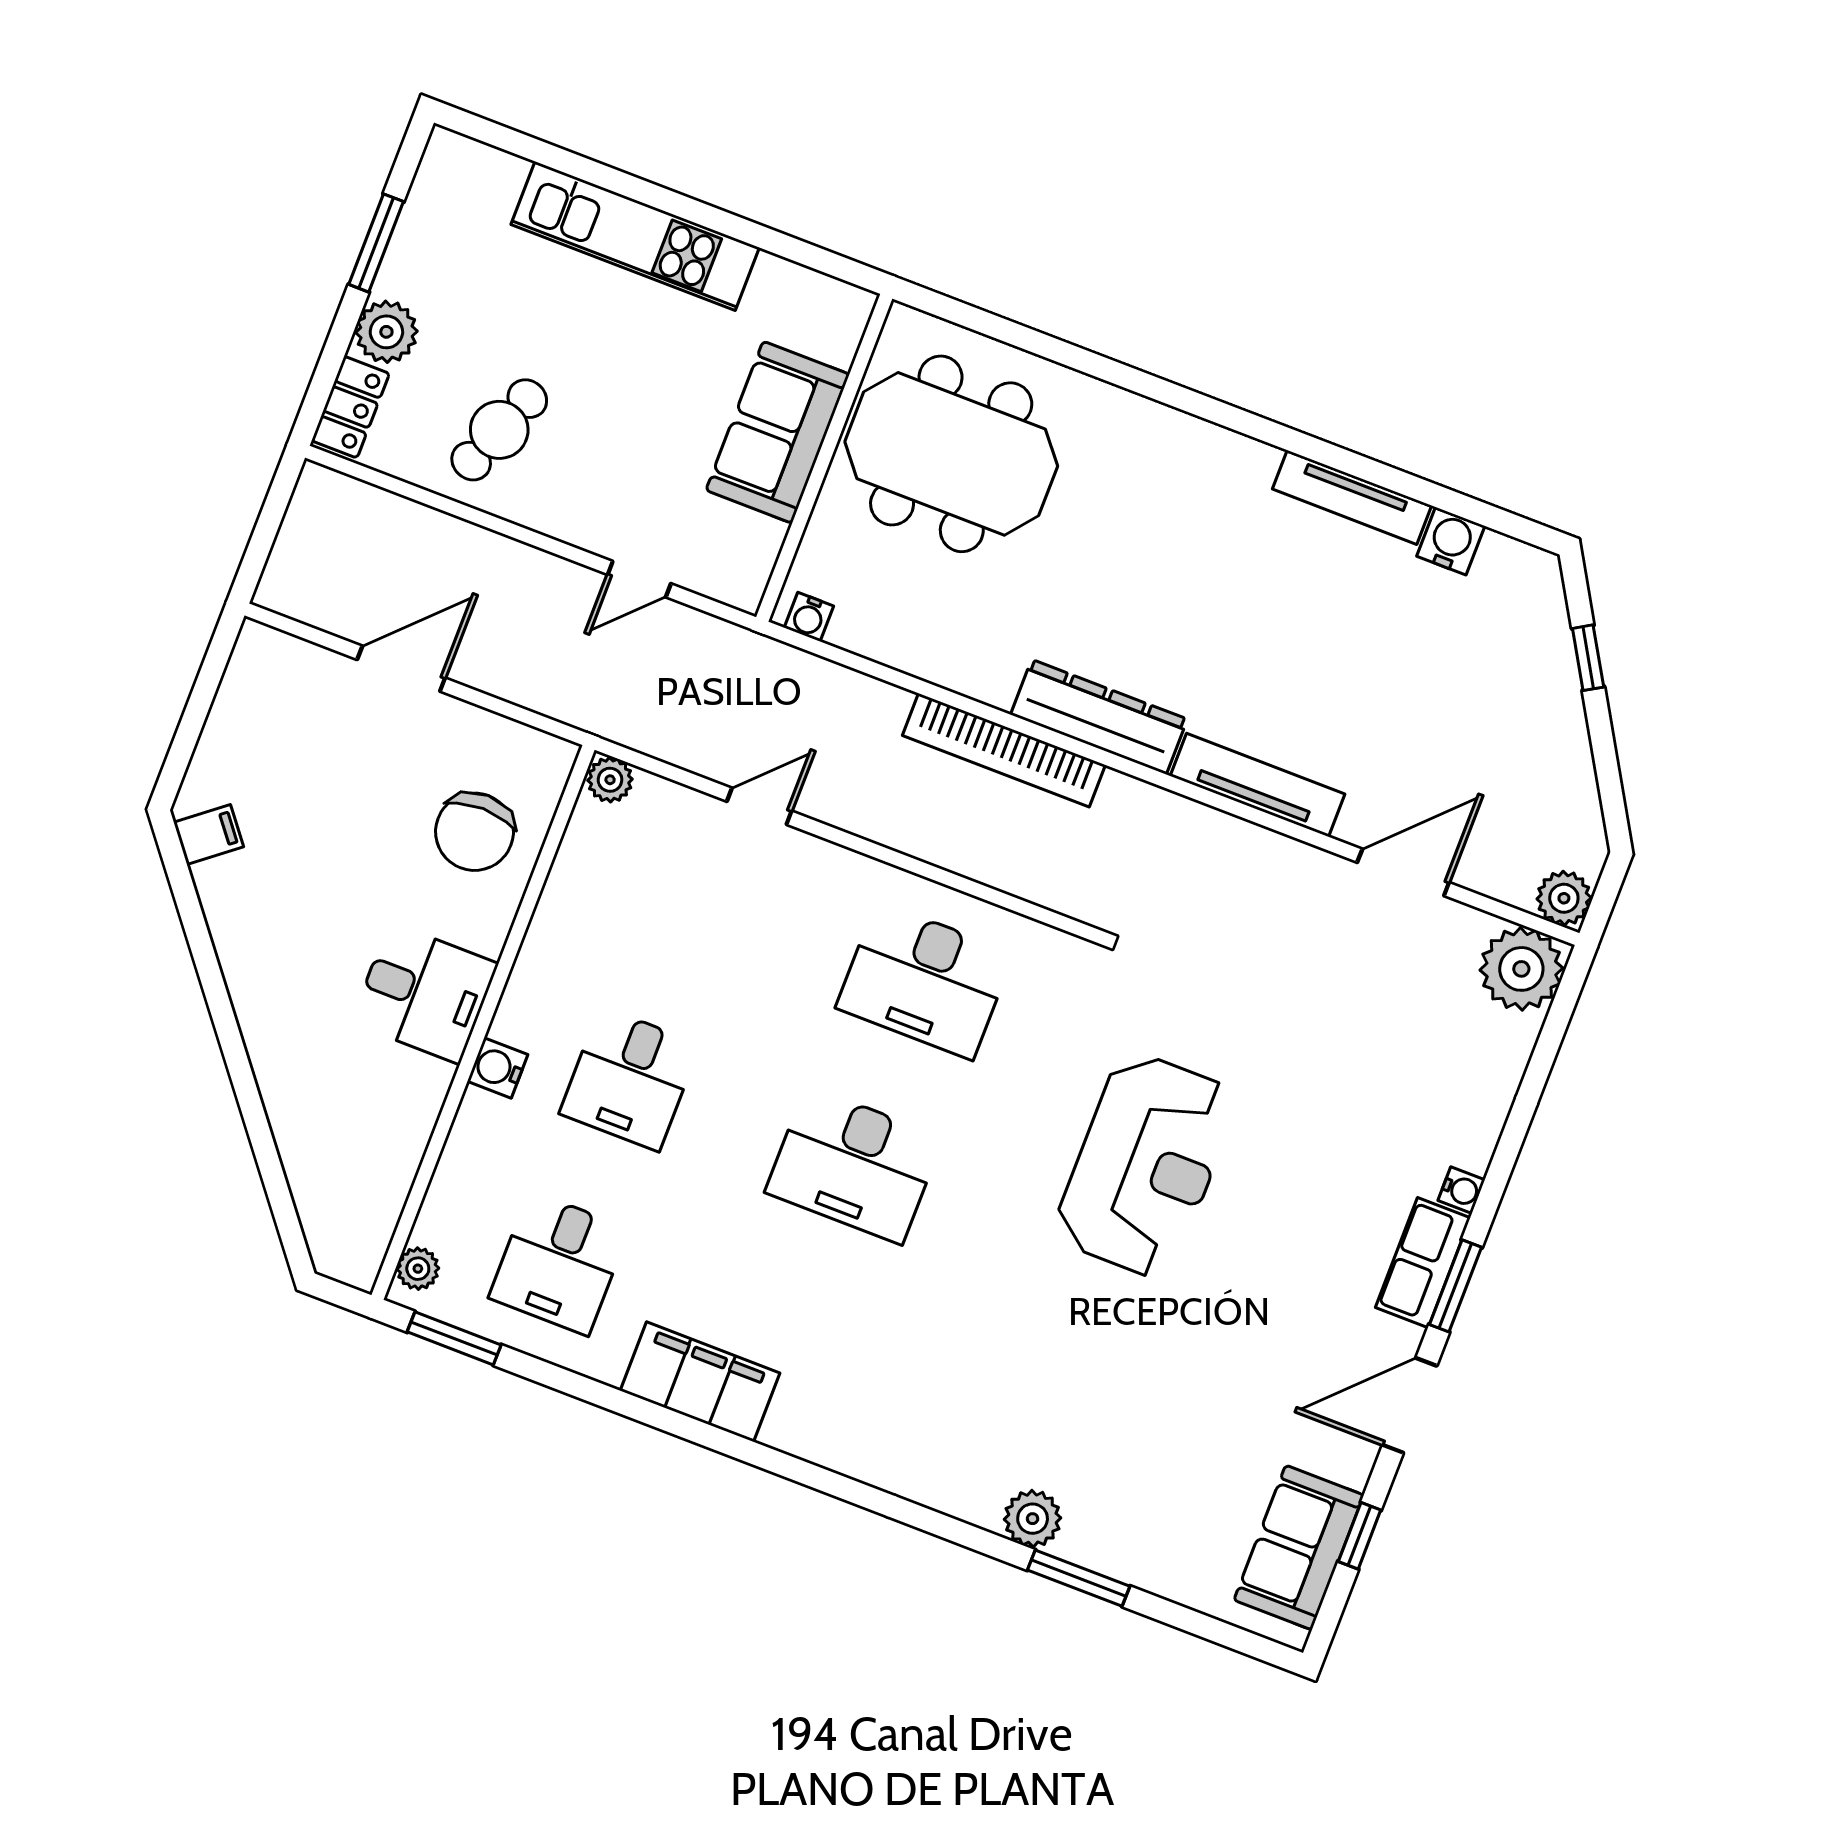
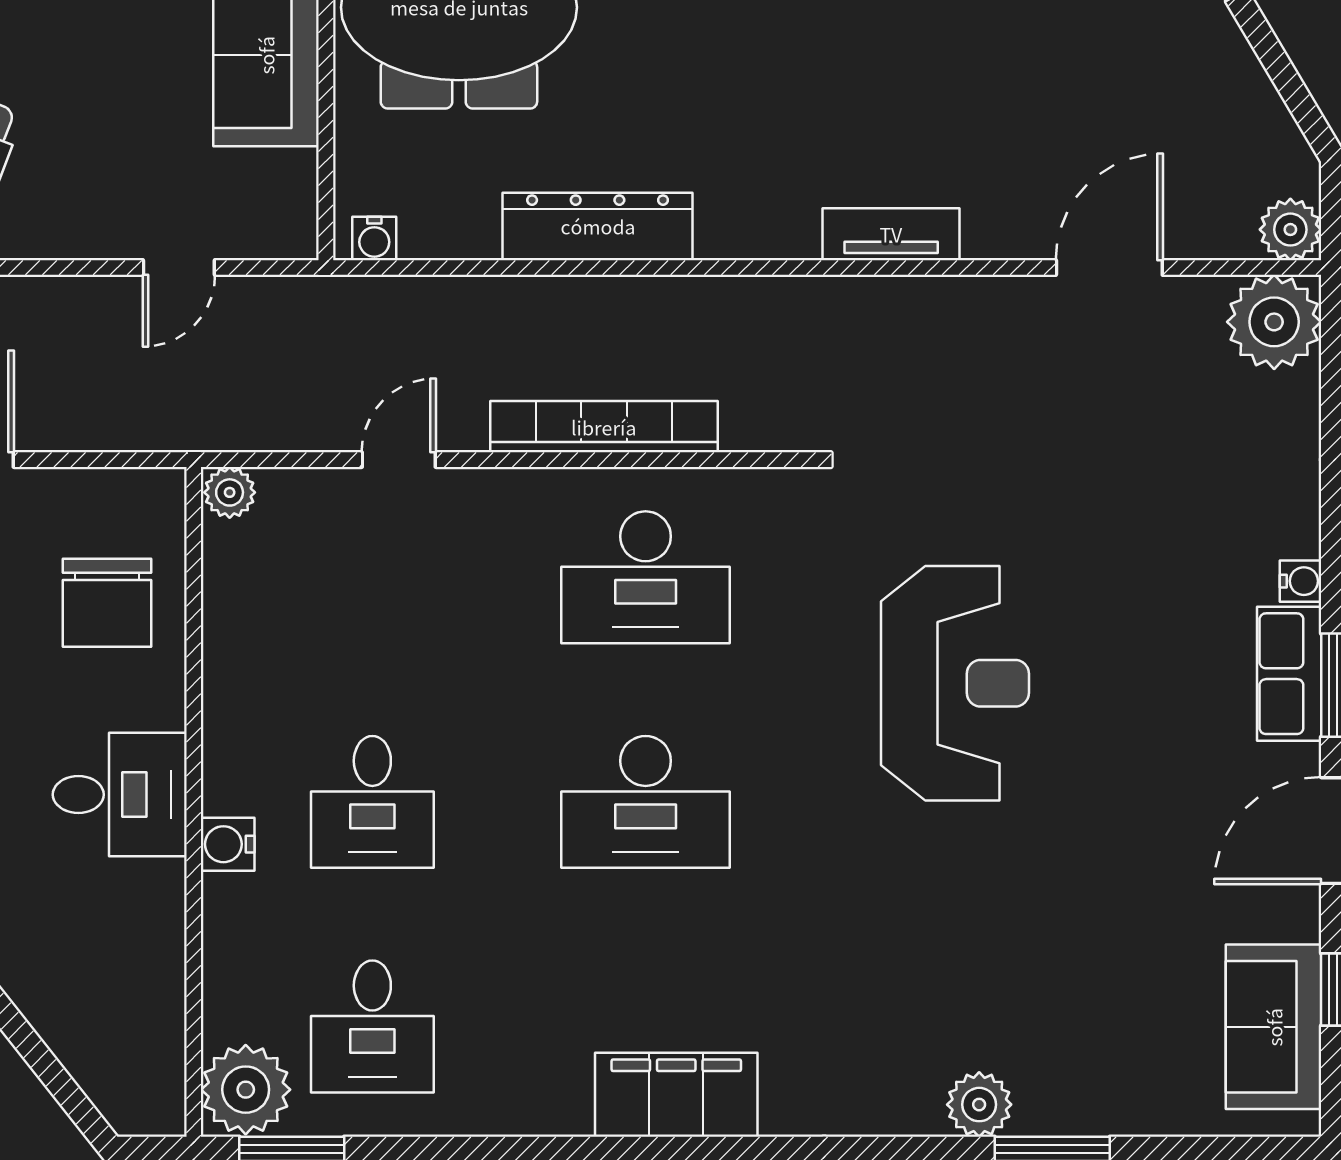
dresser: (1099, 717) -> (598, 226), moved
bookcase: (1004, 750) -> (604, 427), moved, turned 180
tv unit: (1258, 785) -> (891, 234), width x0.71
plant: (418, 1269) -> (246, 1090), width x1.87, depth x1.87
filing cabinet: (700, 1382) -> (676, 1095), moved

